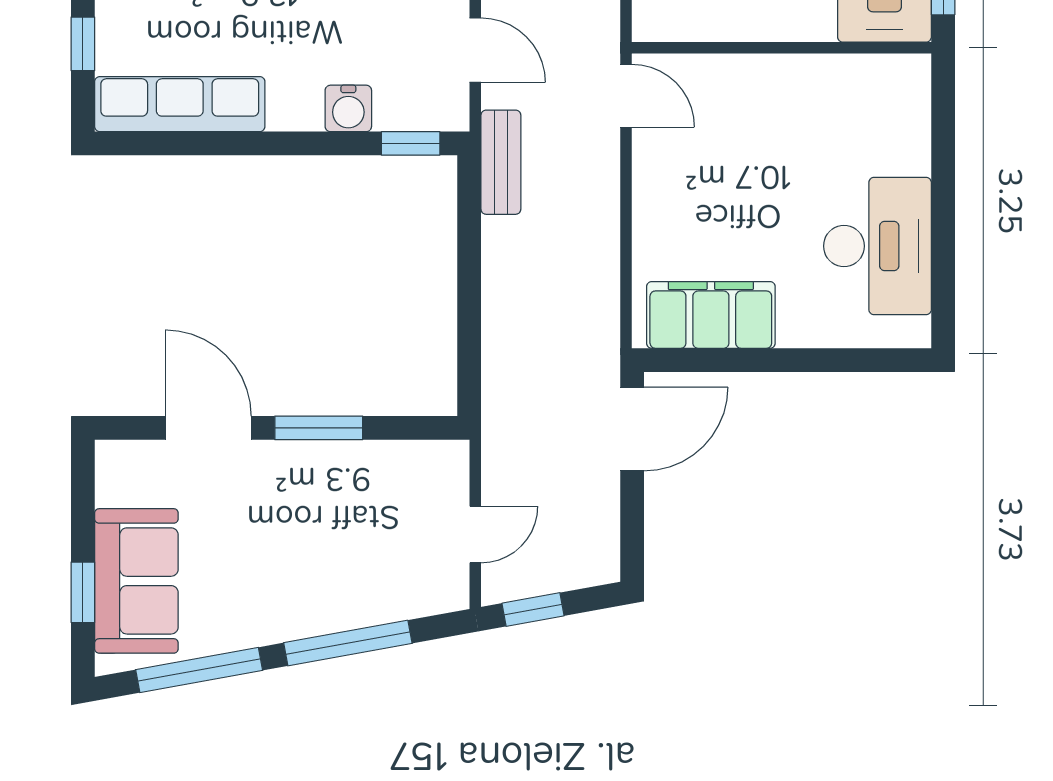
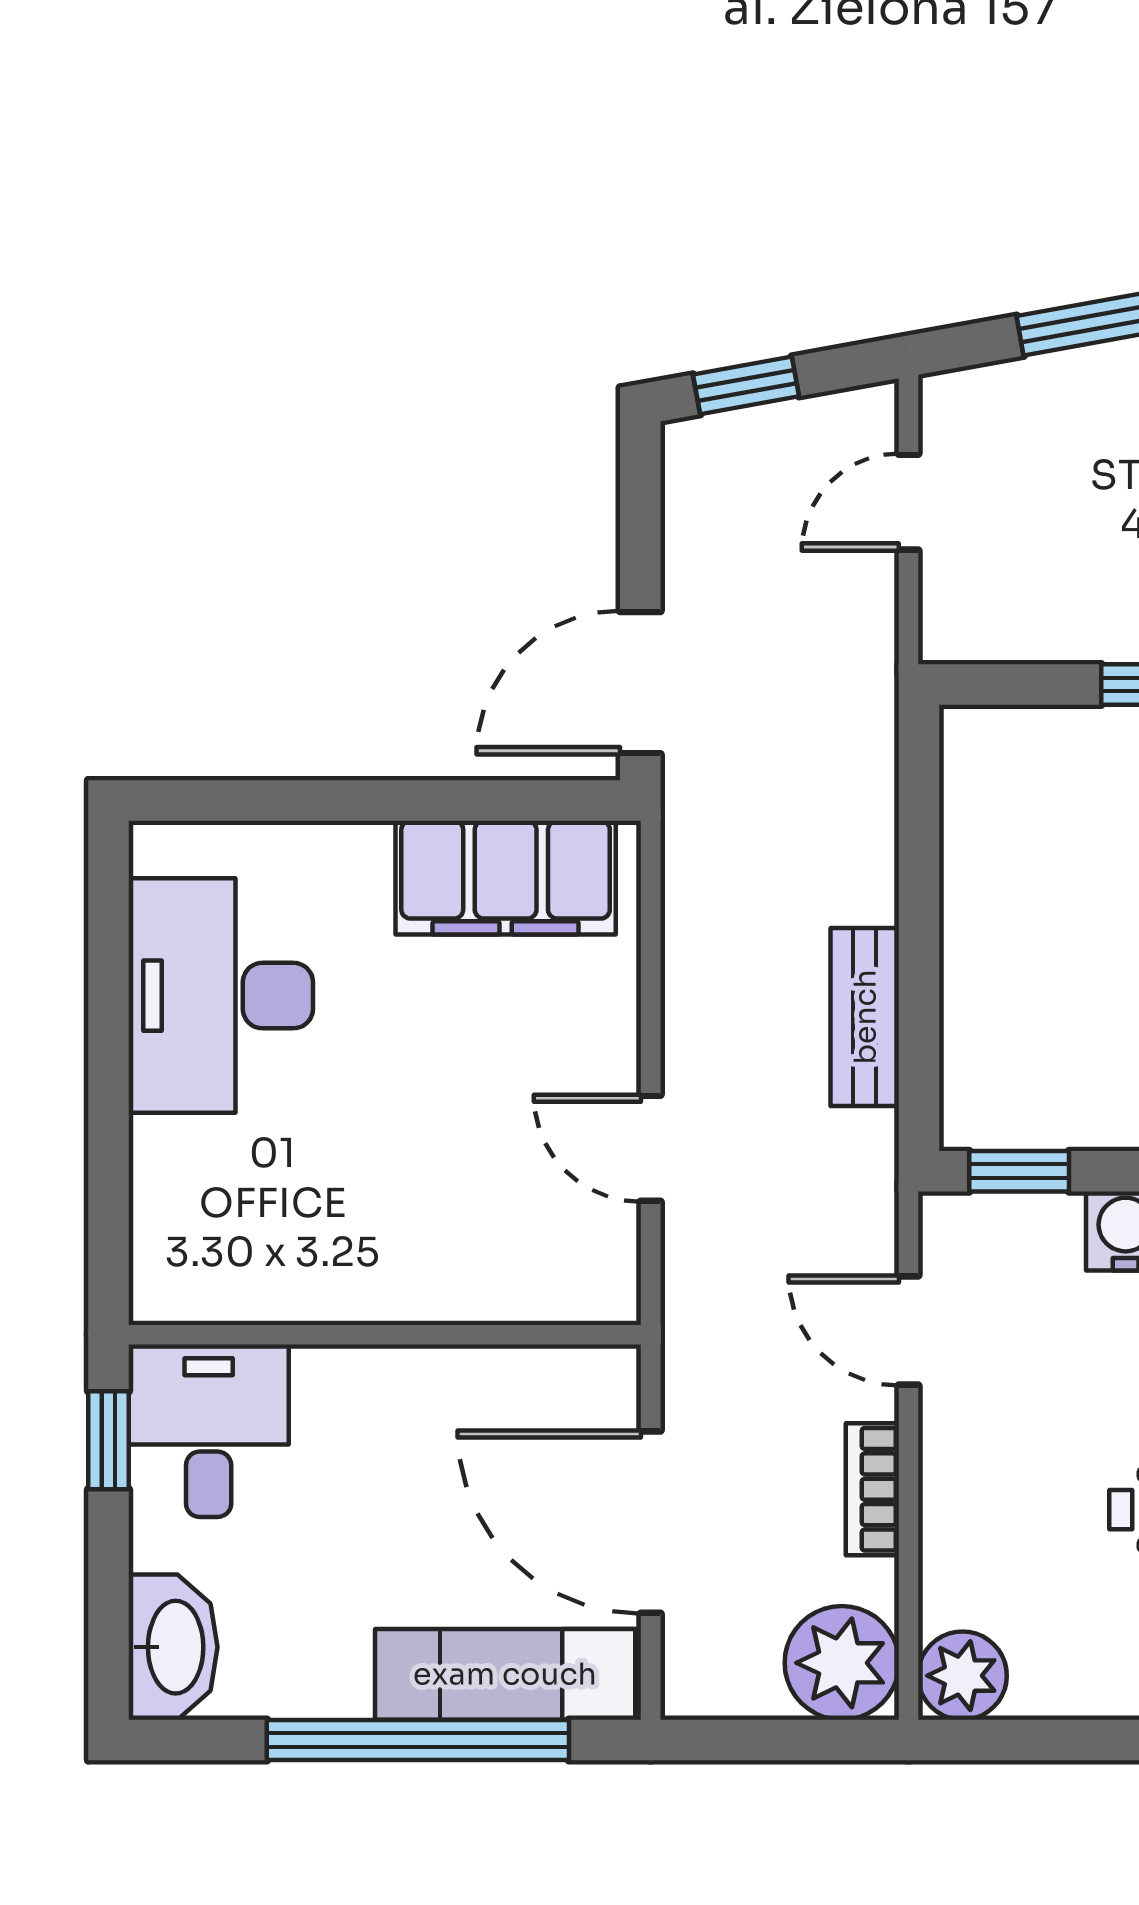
door: (626, 96) -> (651, 1148), moved
bench: (501, 162) -> (865, 1017), moved
window: (533, 610) -> (746, 385), moved

